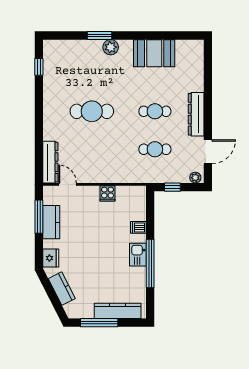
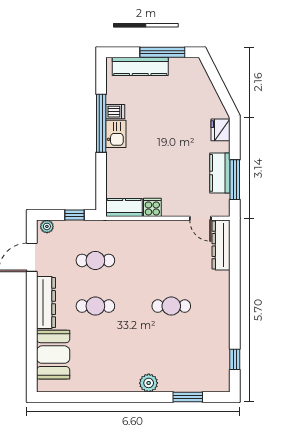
window: (100, 35) -> (188, 397), moved
booth: (154, 53) -> (53, 355), moved, turned 90
cafe table: (92, 111) -> (171, 306), width x0.73, depth x0.74
dishwasher: (138, 227) -> (115, 112), moved
kitchen counter: (62, 289) -> (124, 208), moved, turned 117

